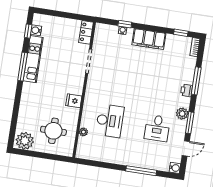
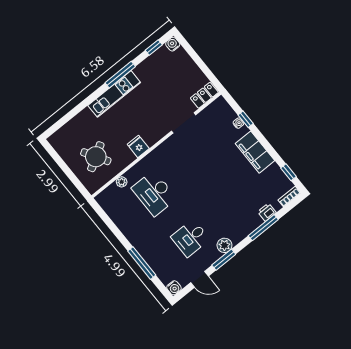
water cooler: (36, 30) -> (173, 44), moved
kitchen unit: (33, 59) -> (114, 94), moved
printer: (187, 90) -> (267, 212), moved
desk: (110, 121) -> (154, 193), turned 90
round table: (53, 131) -> (96, 157), turned -31
plant: (25, 141) -> (62, 142), removed

